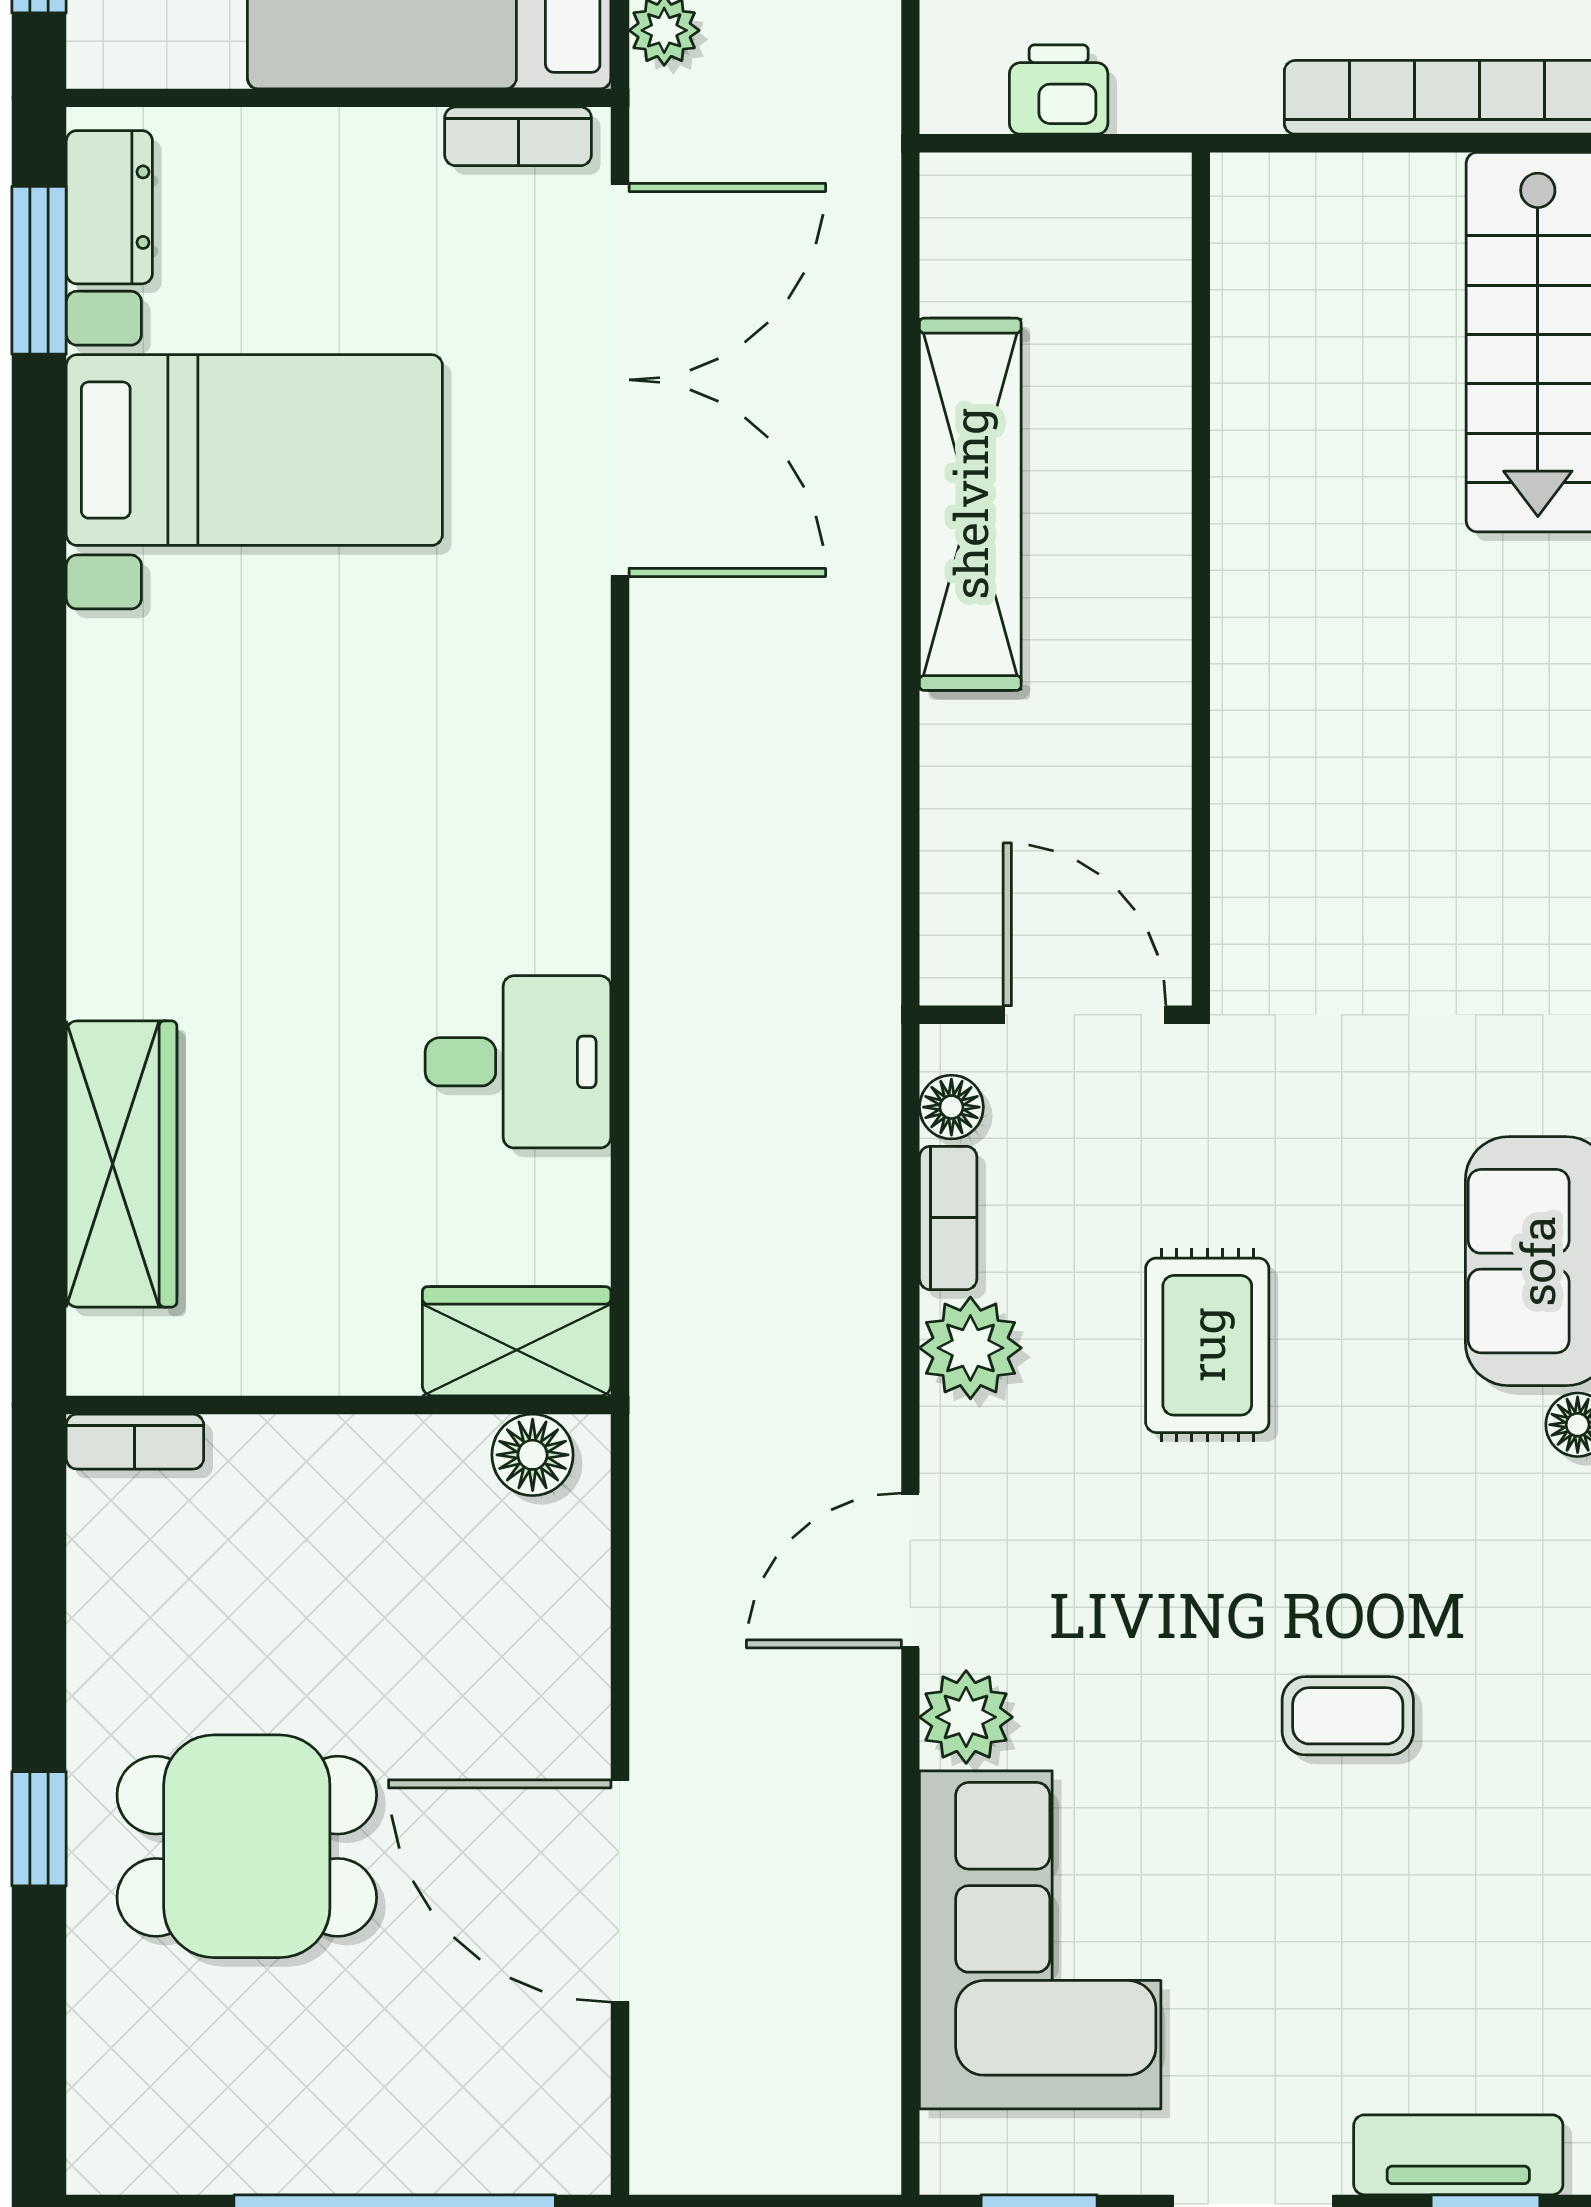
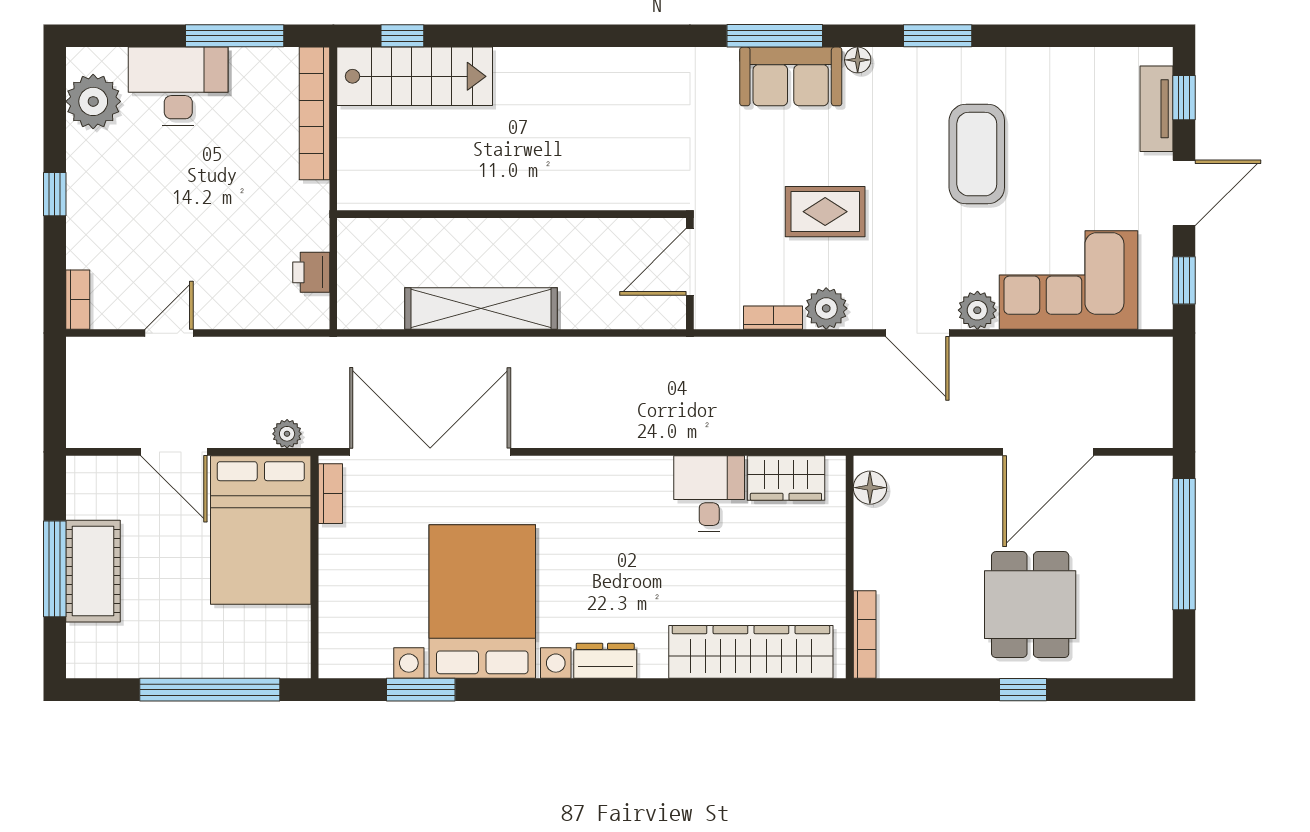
dresser: (109, 207) -> (605, 661), moved
window: (39, 270) -> (421, 690), moved
bed with nightstands: (254, 450) -> (482, 601), width x1.36
floor lamp: (951, 1107) -> (728, 316), removed
wardrobe: (122, 1164) -> (751, 652), width x1.40, depth x1.17
wardrobe: (517, 1341) -> (786, 478), moved, turned -90
bookcase: (135, 1442) -> (865, 635), width x1.56
coffee table: (1348, 1716) -> (977, 154), width x1.86, depth x1.72

